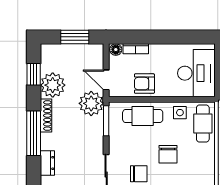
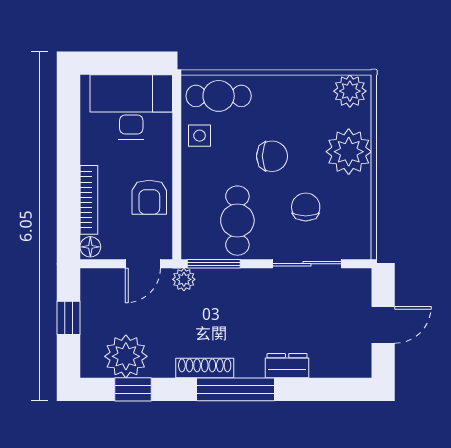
window: (75, 37) -> (69, 318), width x0.67
bookcase: (136, 49) -> (89, 200), width x1.56
plant: (53, 85) -> (126, 356), moved
plant: (91, 103) -> (184, 279), width x0.53, depth x0.53
cafe table: (143, 116) -> (237, 221), moved

